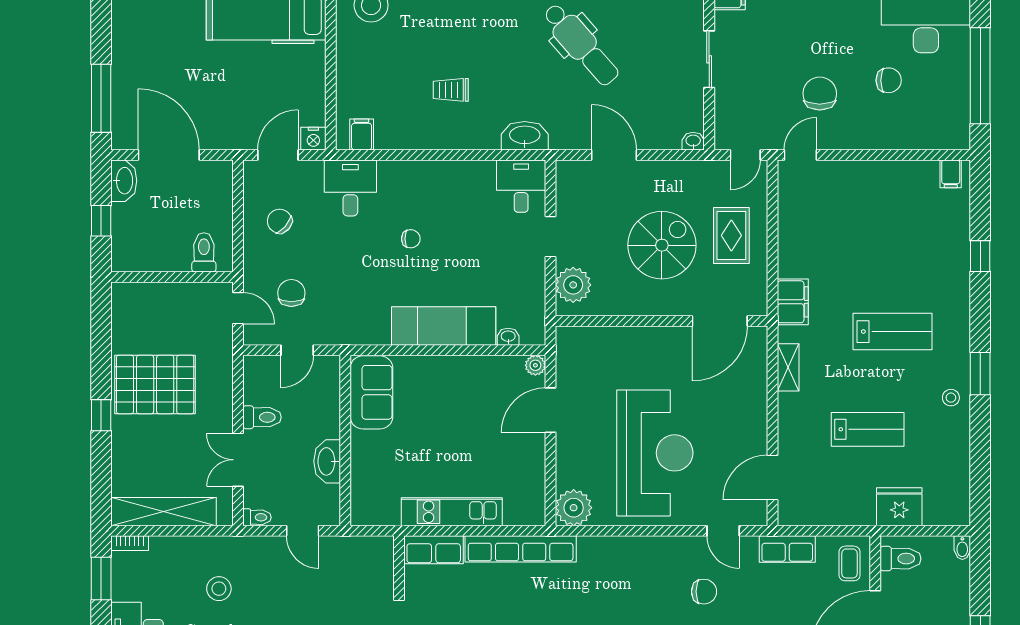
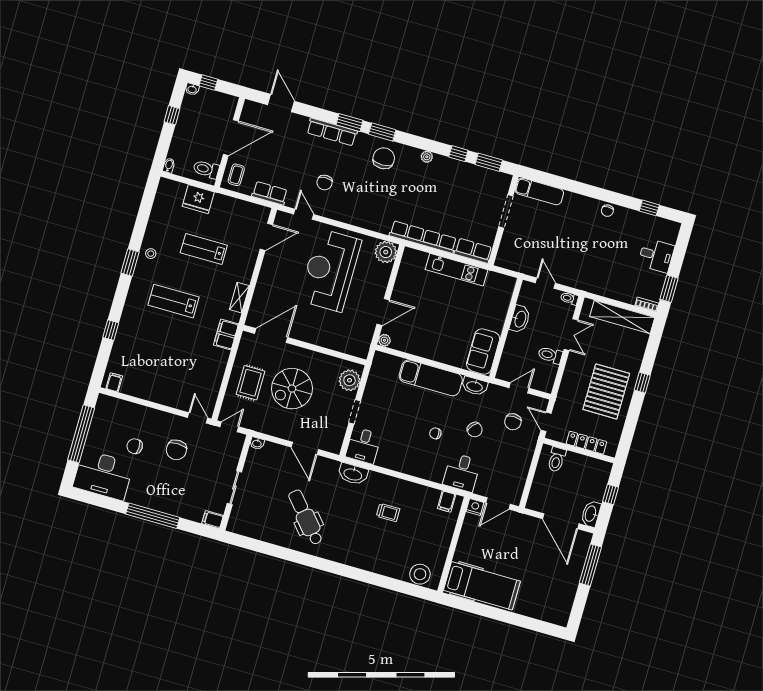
door: (800, 155) -> (198, 418), swing flipped
chair: (280, 221) -> (475, 430), moved
locker: (164, 293) -> (586, 443), added
washbasin: (508, 337) -> (475, 386), moved, width x1.91, depth x1.45
pallet: (155, 385) -> (606, 391), turned 90
stool: (219, 589) -> (603, 264), removed
chair: (704, 592) -> (325, 182), turned -90

